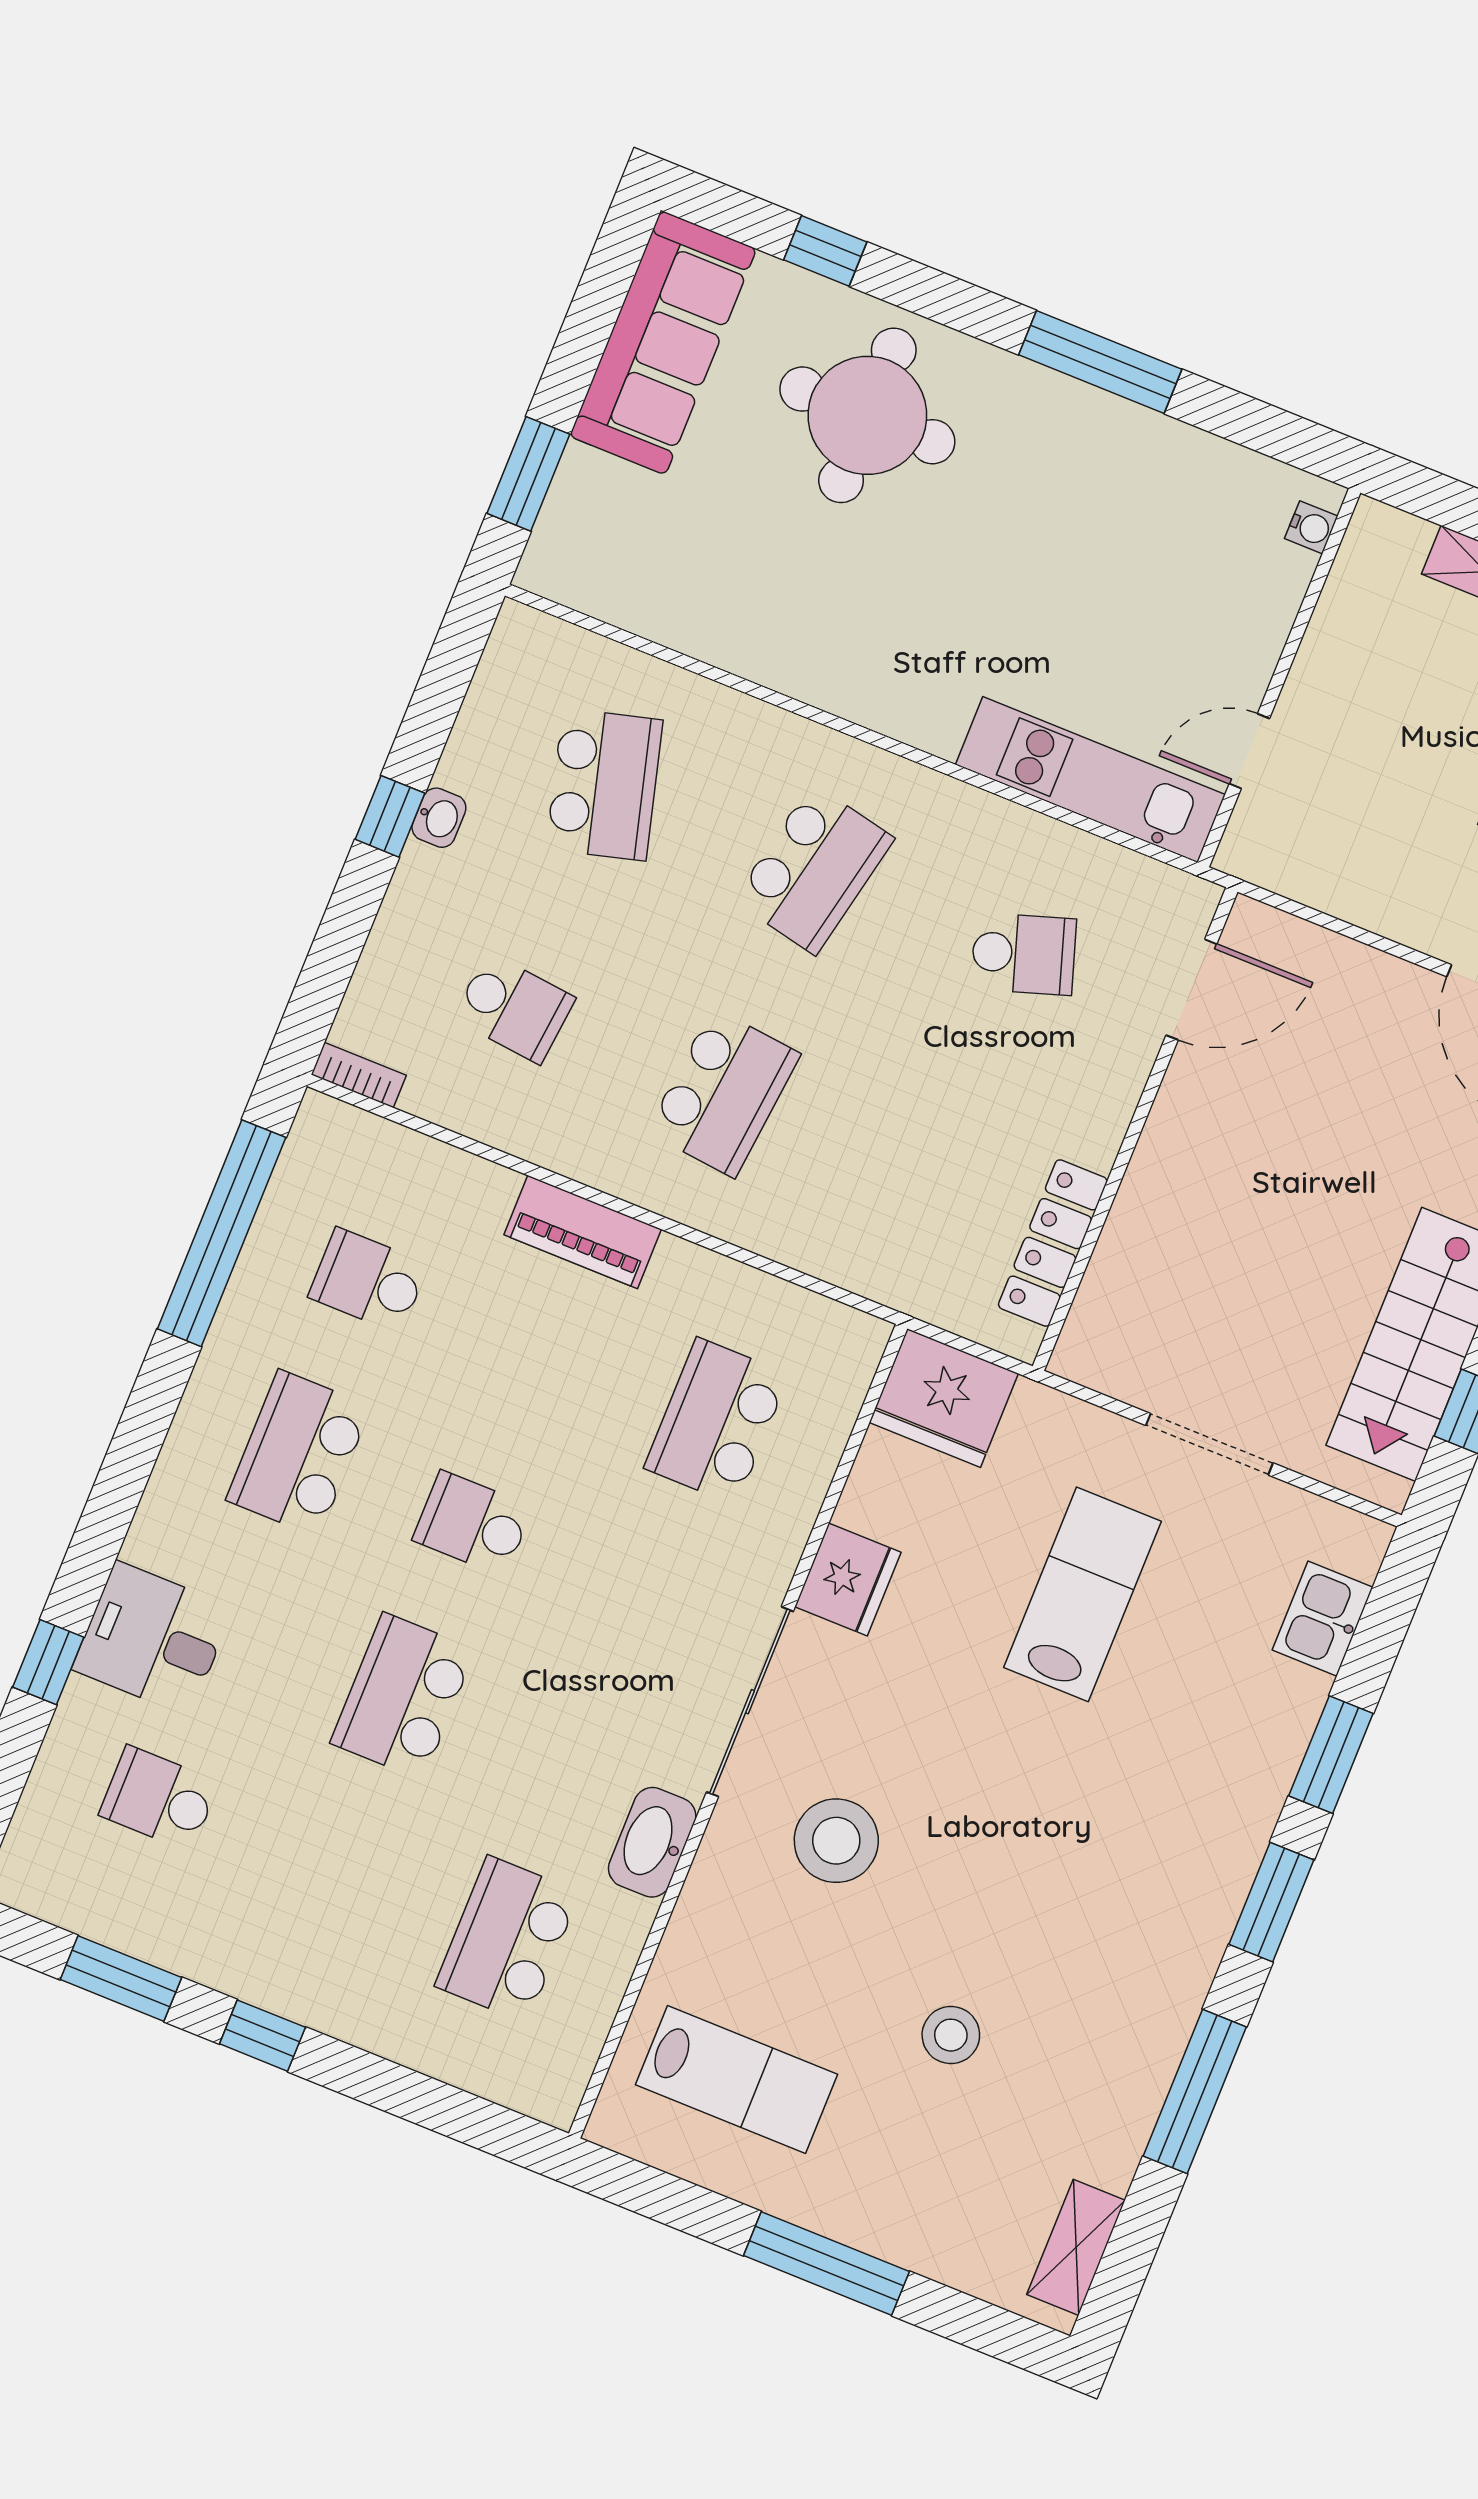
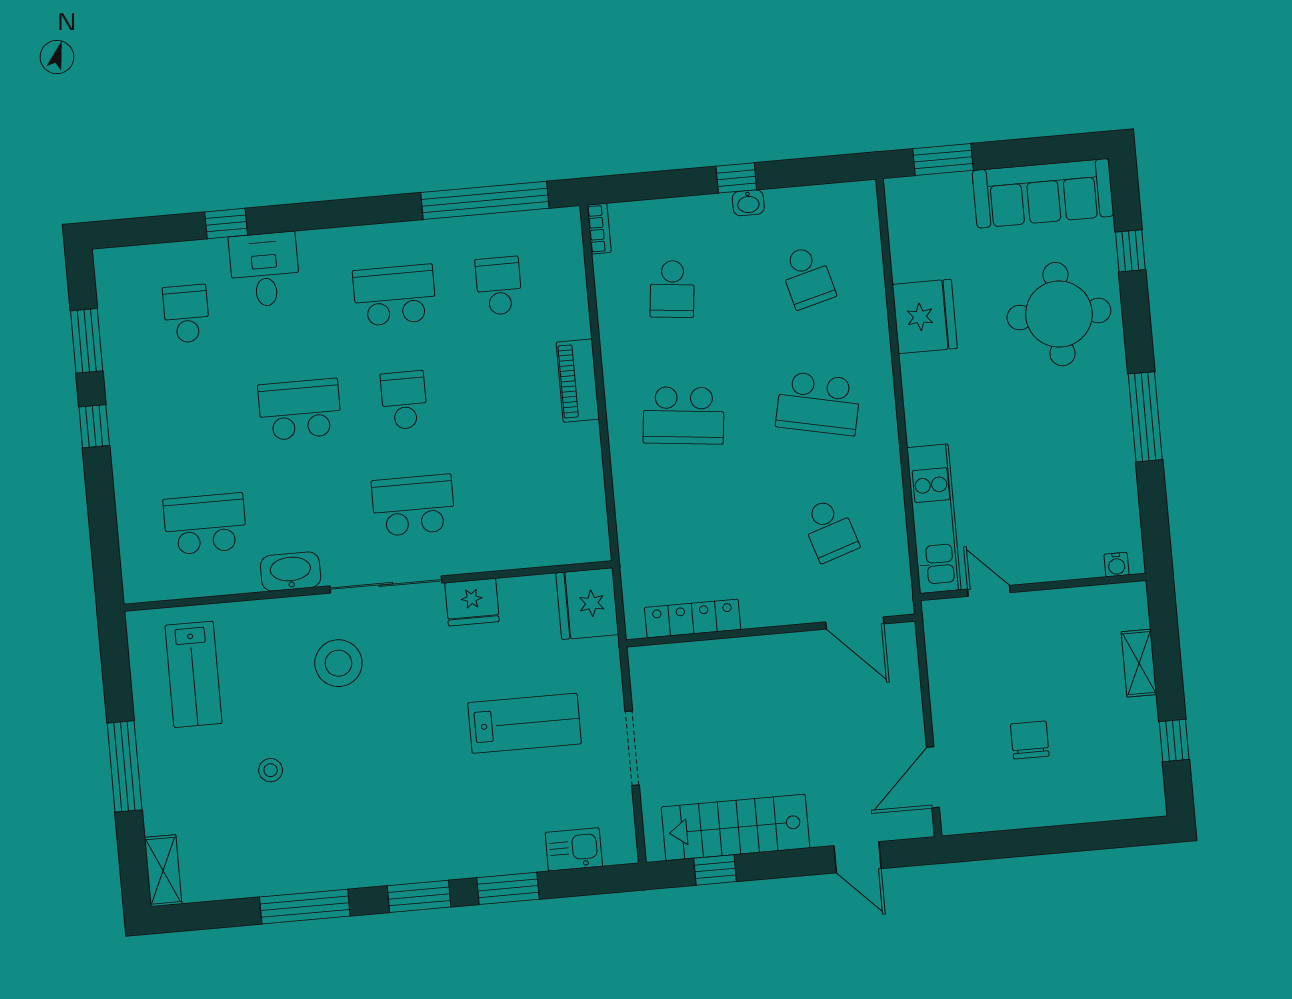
fridge: (762, 630) -> (925, 316), added
school desk: (604, 784) -> (807, 277), width x0.54
school desk: (717, 1421) -> (413, 505), moved
stool: (951, 2035) -> (271, 770), width x0.73, depth x0.73
shelving: (1076, 2247) -> (163, 871), moved, turned 90

